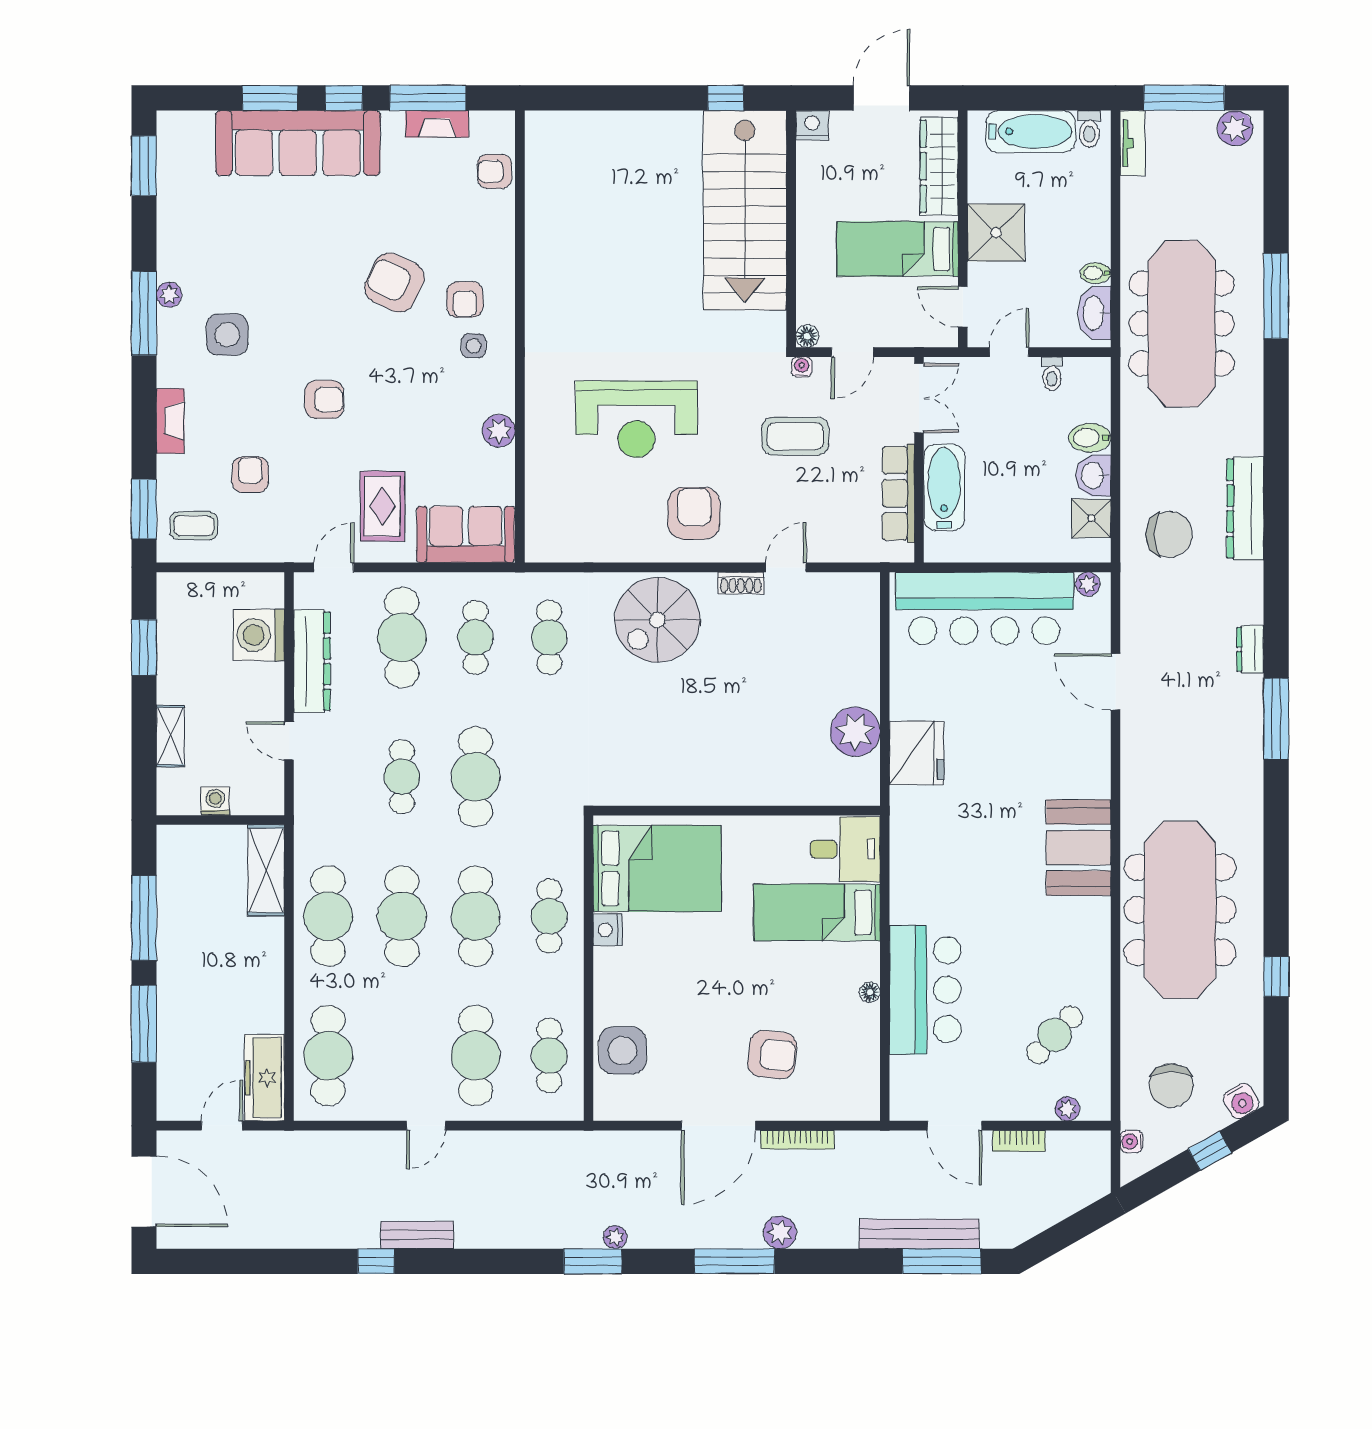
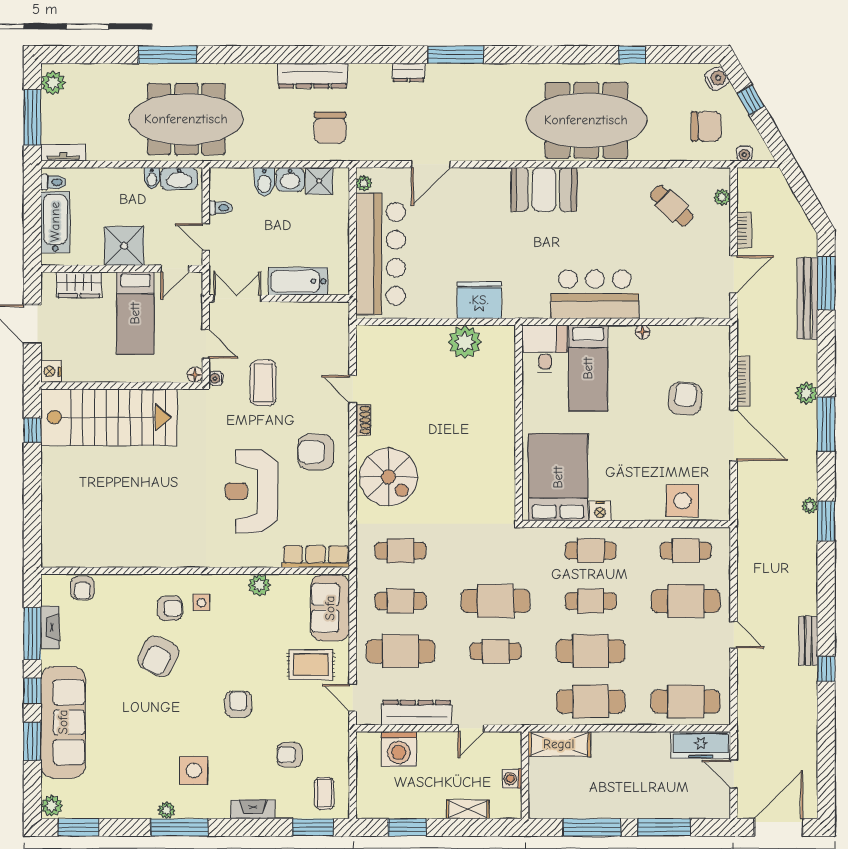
plant: (176, 126) -> (52, 806), added
wardrobe: (939, 166) -> (79, 285), width x0.67
reception desk: (636, 419) -> (252, 491), turned 180
row of seats: (898, 493) -> (316, 557), moved, turned 180
chair: (1169, 534) -> (330, 128), turned 180
cafe table: (476, 916) -> (591, 601), width x0.73, depth x0.74
bar counter: (925, 990) -> (595, 294), moved

